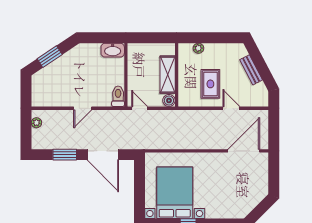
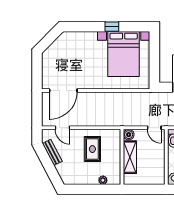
bench: (251, 70) -> (52, 152), moved
door: (231, 108) -> (62, 128), moved

